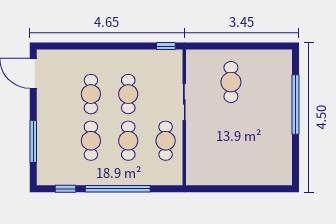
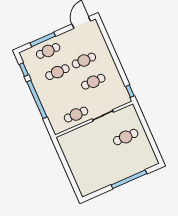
cafe table: (128, 141) -> (48, 51), moved

